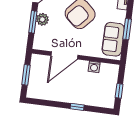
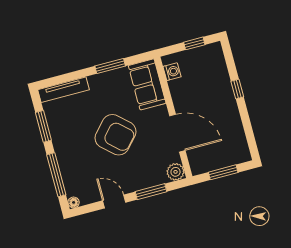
plant: (42, 19) -> (176, 172), moved
sofa: (113, 39) -> (147, 84), moved, turned 90
washing machine: (94, 67) -> (172, 72), moved

